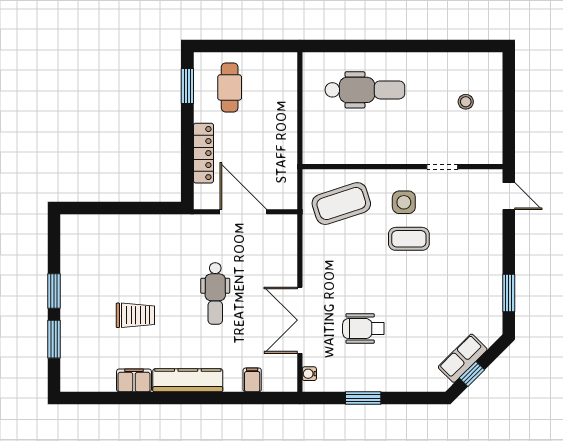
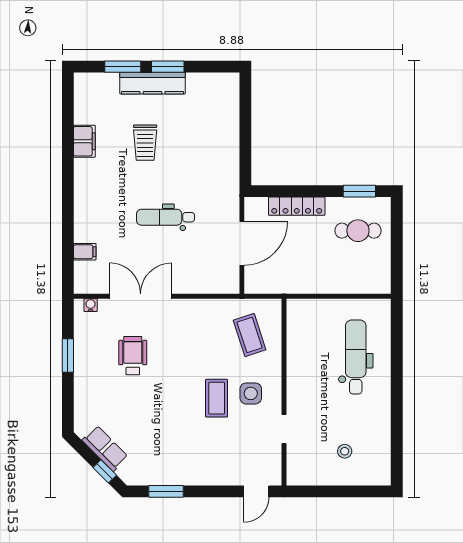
dental chair: (365, 90) -> (356, 357), turned 180
coffee table: (341, 204) -> (250, 335), width x0.73, depth x0.76
window: (472, 374) -> (105, 471), moved
kitchen counter: (188, 380) -> (152, 83), moved, turned 90

